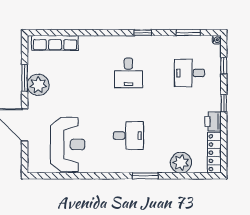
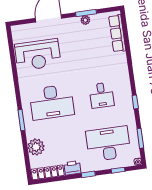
desk: (128, 73) -> (102, 95), turned -90
desk: (190, 73) -> (108, 144), width x1.87, depth x1.30
plant: (38, 85) -> (85, 20), width x0.53, depth x0.53
desk: (128, 136) -> (52, 102), width x1.87, depth x1.30

